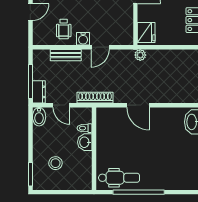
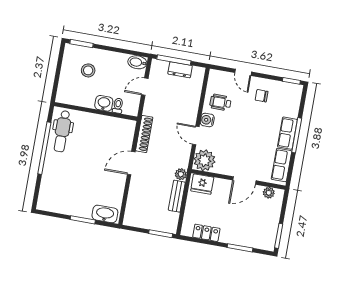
plant: (123, 35) -> (204, 160), added
bench: (66, 55) -> (177, 196), moved
dresser: (39, 92) -> (180, 70), moved
shoe rack: (95, 98) -> (144, 134), moved

